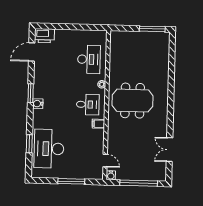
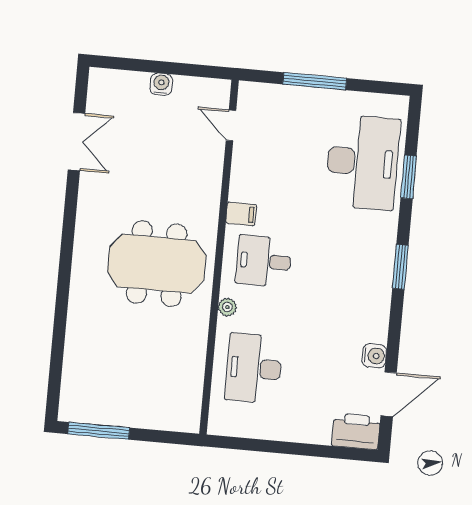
window: (31, 93) -> (400, 267), moved
water cooler: (38, 104) -> (374, 356), moved
water cooler: (111, 175) -> (161, 84), moved
window: (139, 183) -> (155, 67), removed

